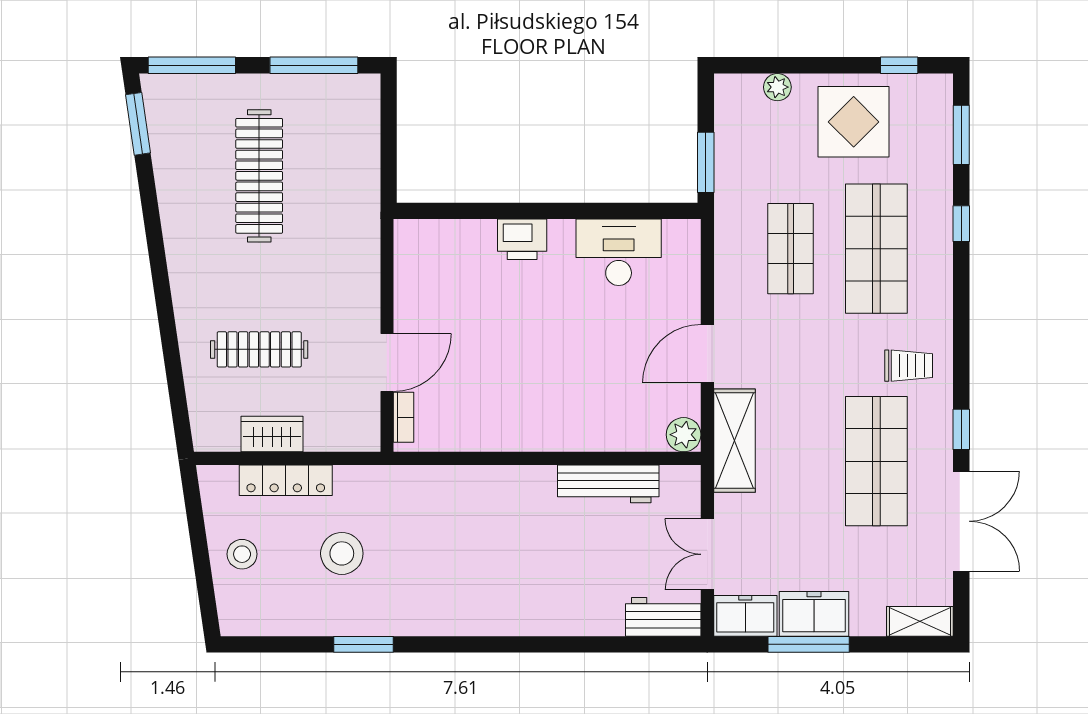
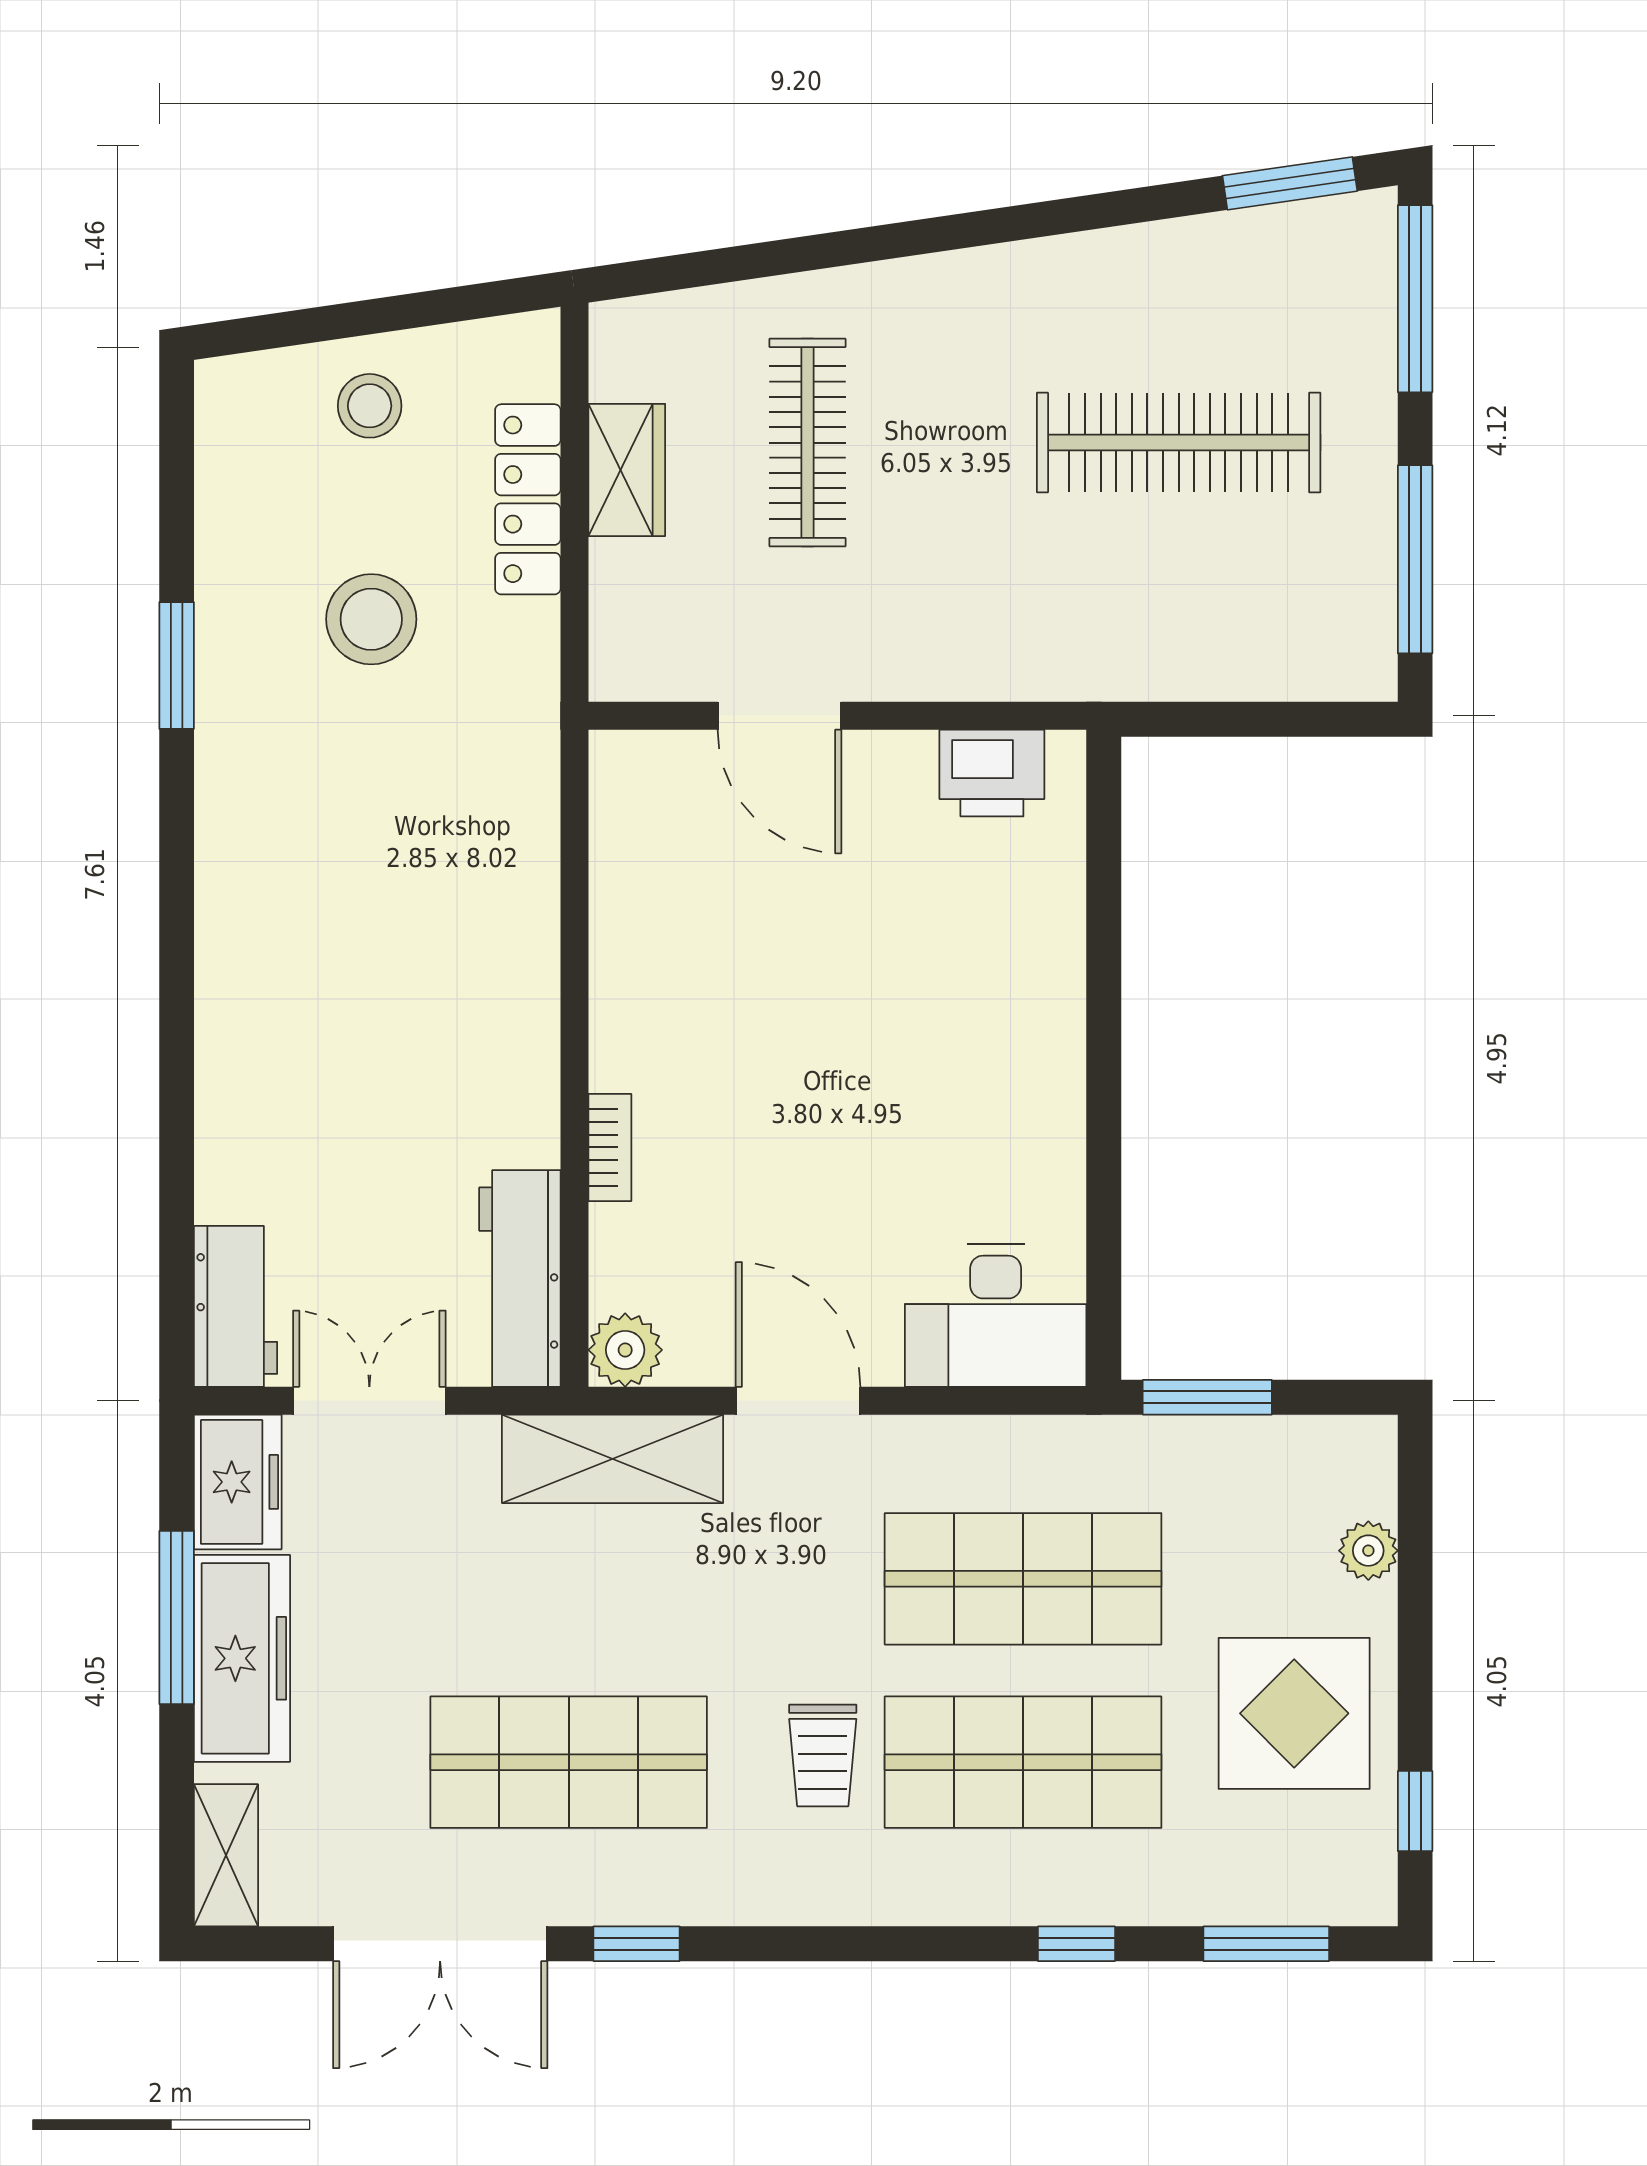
printer: (522, 239) -> (992, 773), moved, turned -90
shop shelf: (791, 249) -> (1023, 1579), width x1.43, depth x1.36
desk: (619, 252) -> (996, 1316), moved, turned 90
trolley: (909, 366) -> (823, 1756), moved
bookcase: (404, 417) -> (610, 1147), moved, turned -90
workbench: (608, 484) -> (520, 1278), moved
freezer: (814, 614) -> (242, 1658), width x1.40

